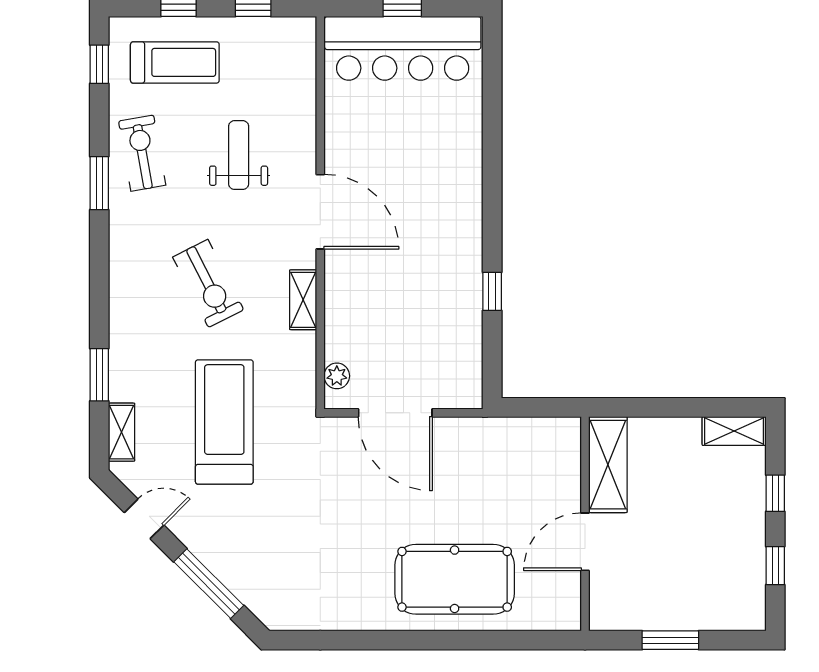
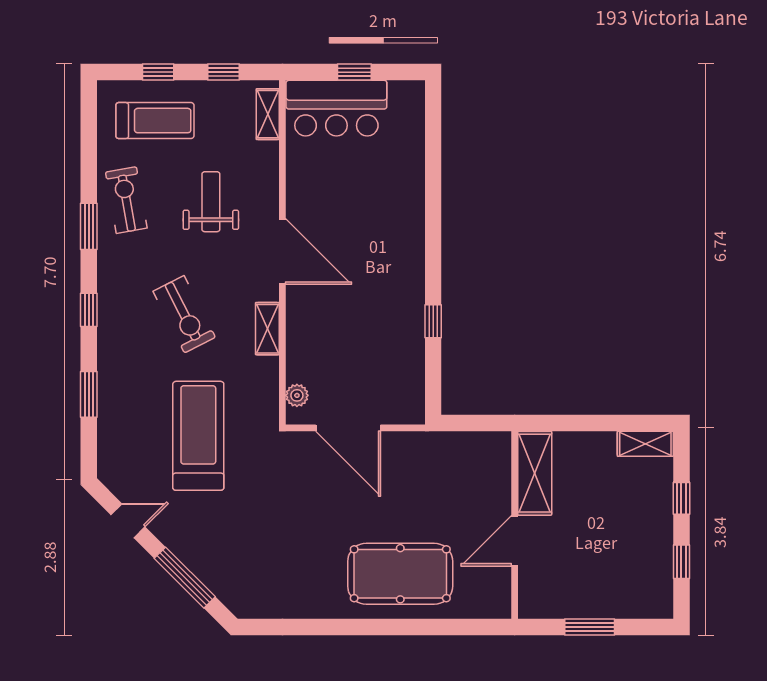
bar counter: (403, 48) -> (336, 108), width x0.73
window: (99, 64) -> (89, 310), moved
shelving: (122, 432) -> (268, 114), moved

